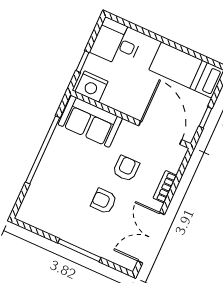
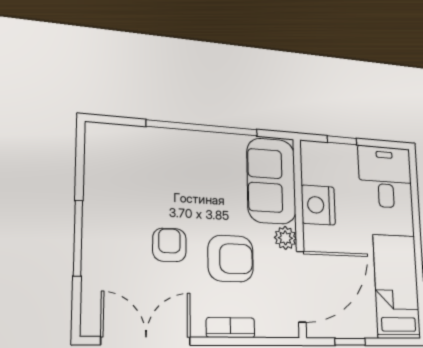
nightstand: (92, 87) -> (318, 205), moved
plant: (128, 129) -> (285, 238), added
armchair: (126, 168) -> (231, 259), width x1.38, depth x1.38

